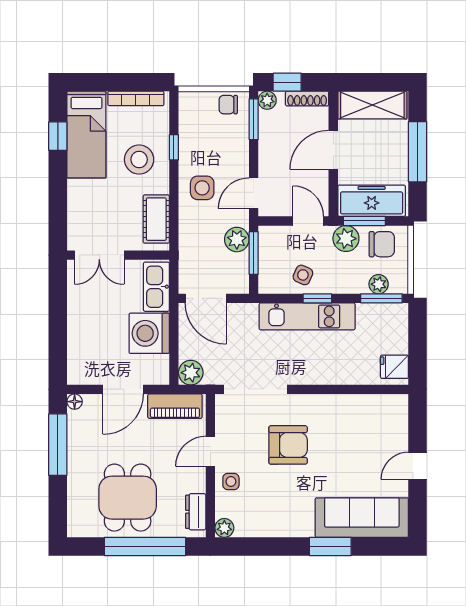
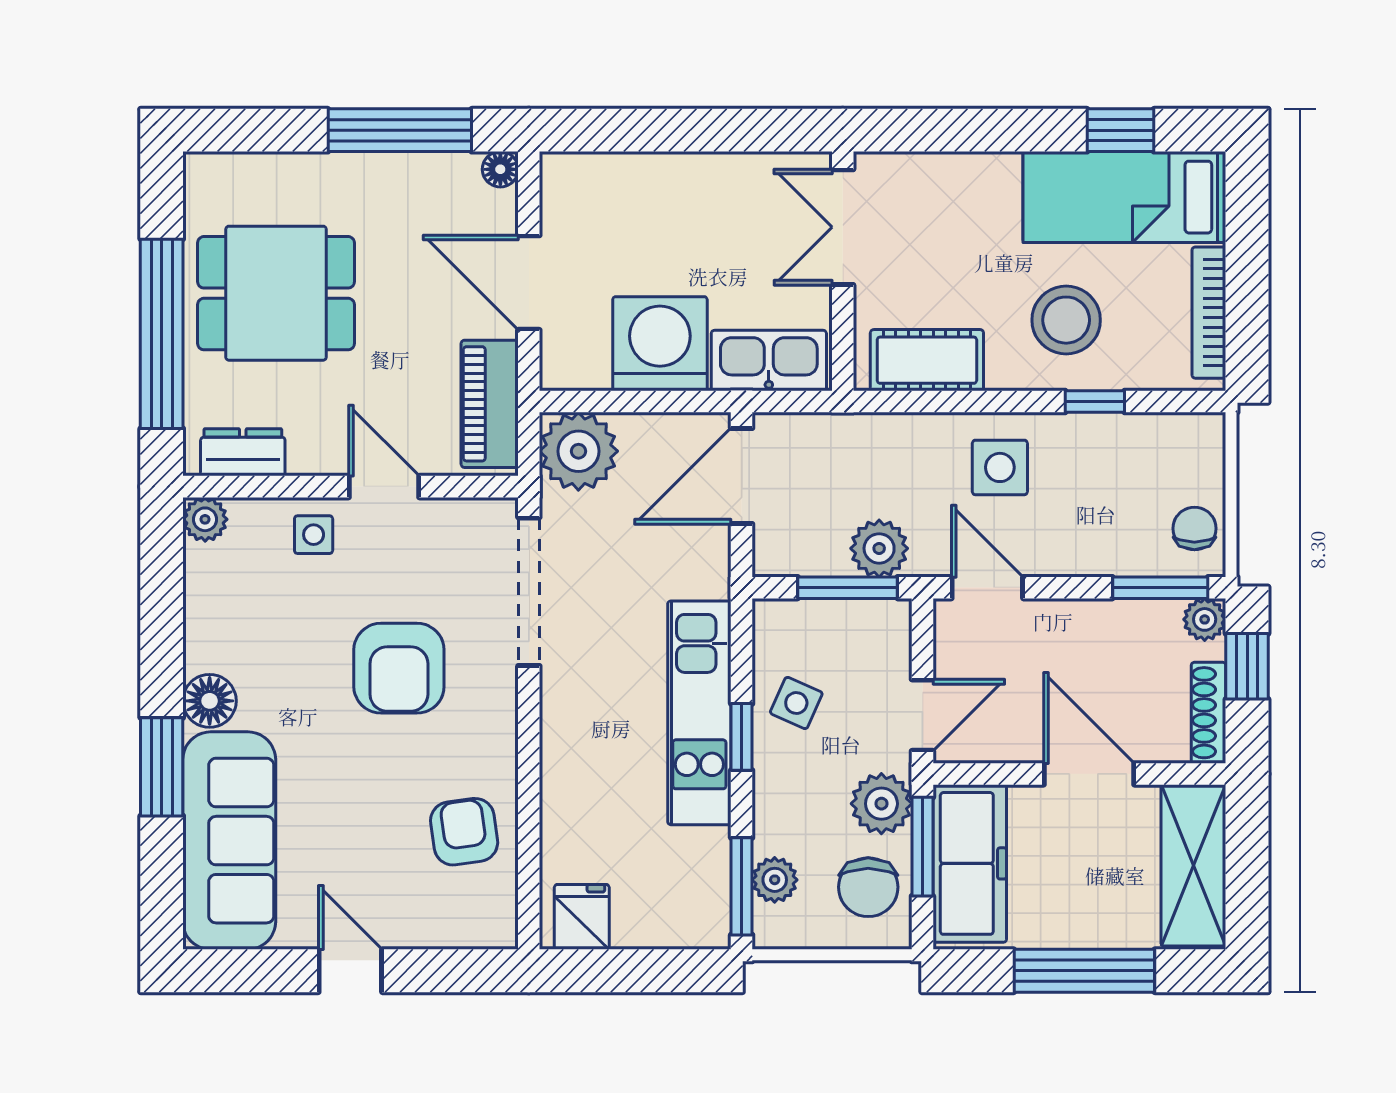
plant: (191, 373) -> (578, 451), width x1.36, depth x1.36
armchair: (358, 417) -> (464, 832), added
floor lamp: (302, 526) -> (210, 701), added

